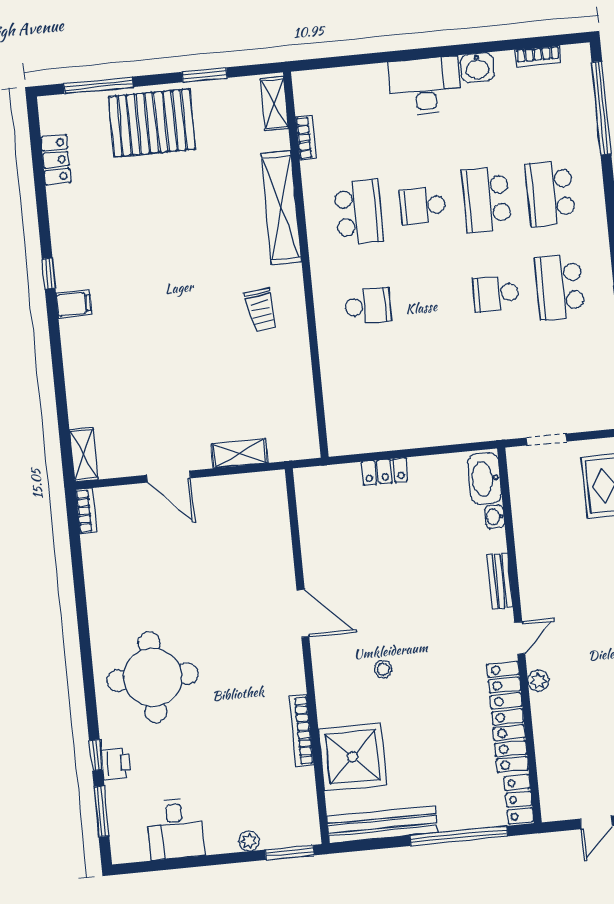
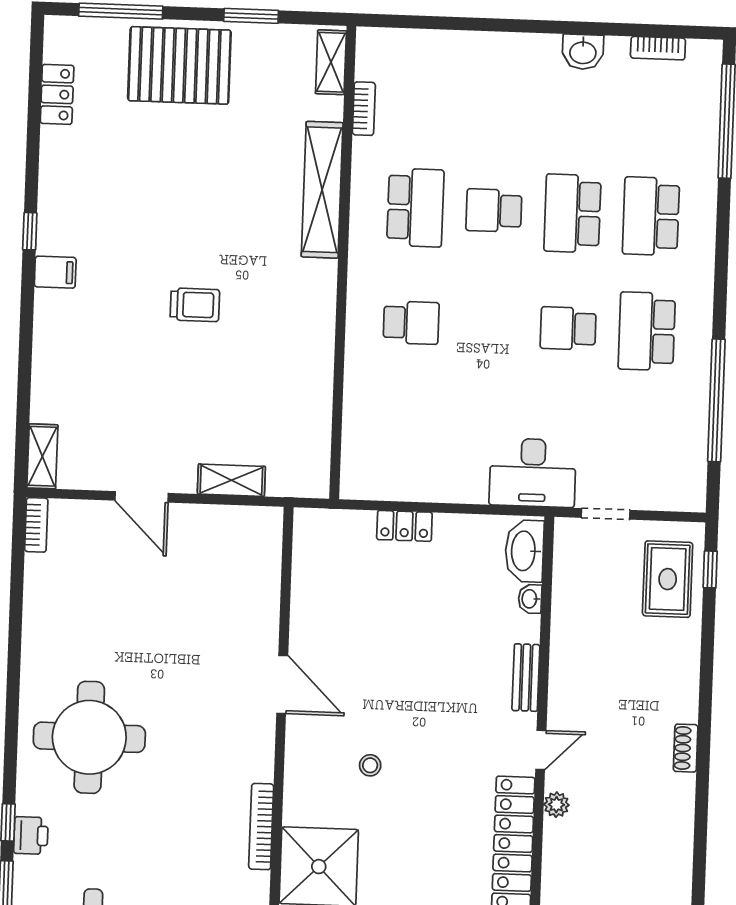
desk: (425, 86) -> (533, 473), moved, turned 180
trolley: (261, 310) -> (195, 305), moved, turned -82

